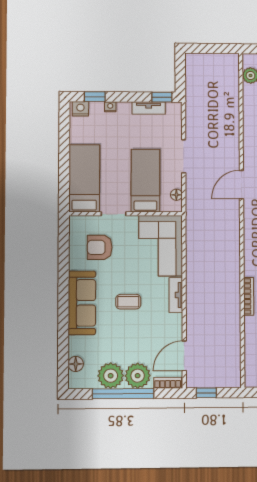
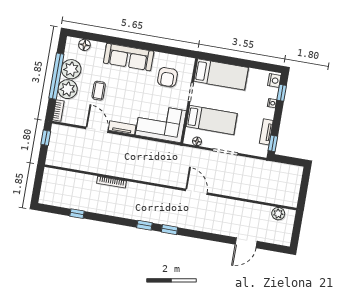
armchair: (100, 247) -> (168, 77), turned 180
coffee table: (128, 302) -> (99, 91), moved
door: (184, 356) -> (97, 130), moved

